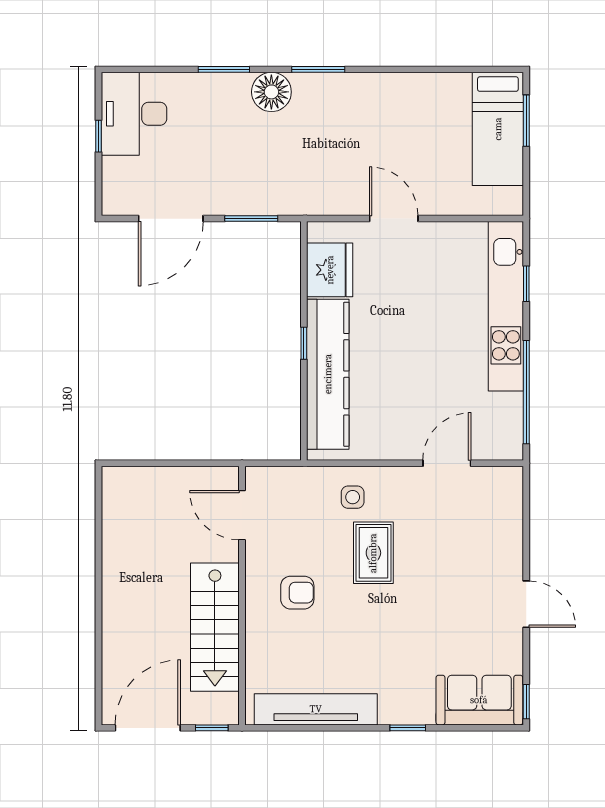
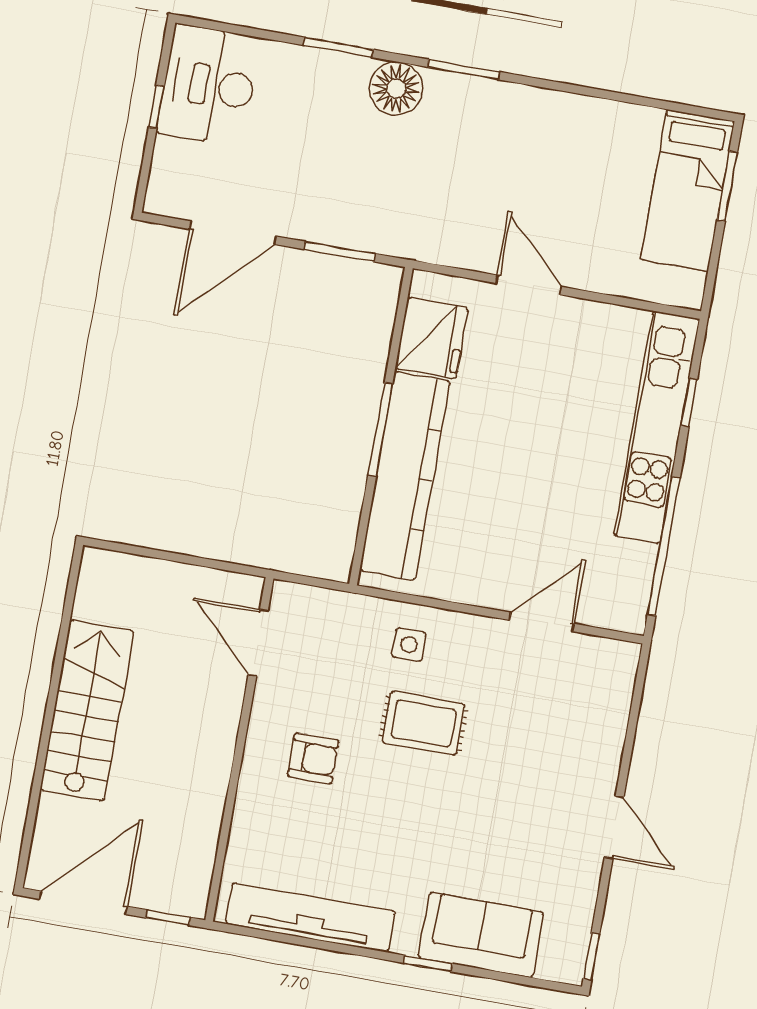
window: (304, 343) -> (380, 429), width x2.17
rug: (373, 553) -> (424, 723), turned 90
stairs: (215, 627) -> (87, 710), moved, turned 180
sofa: (479, 700) -> (481, 935), moved

